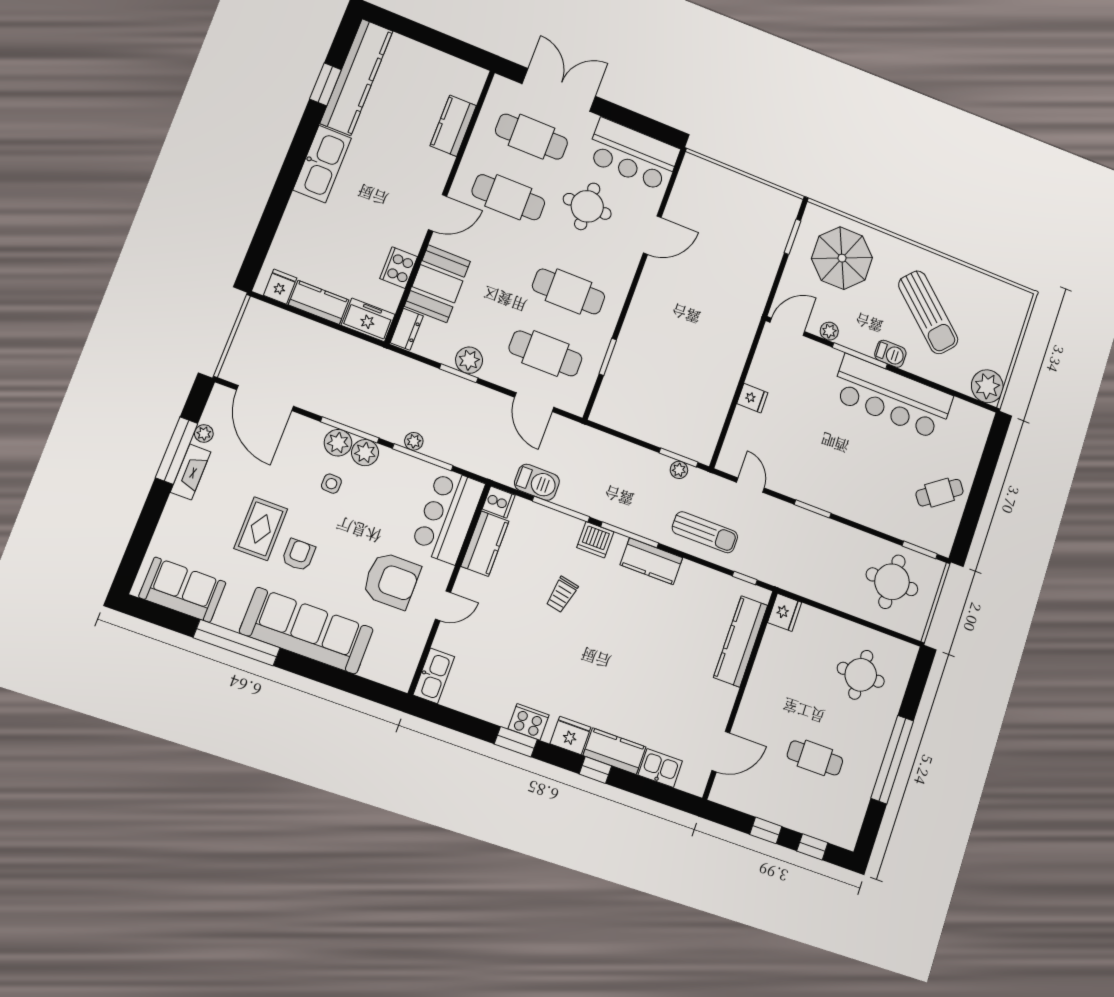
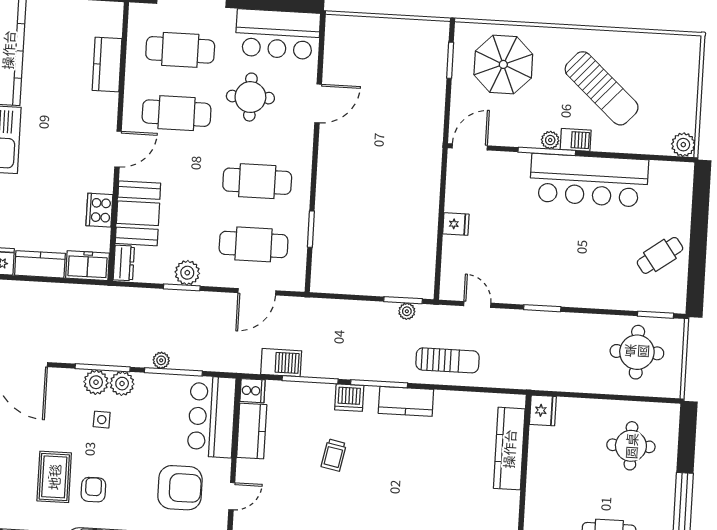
plant: (829, 331) -> (550, 140), moved
plant: (987, 386) -> (683, 145), width x0.73, depth x0.73
door: (534, 402) -> (257, 292), hinge flipped
window: (745, 578) -> (497, 390), removed

